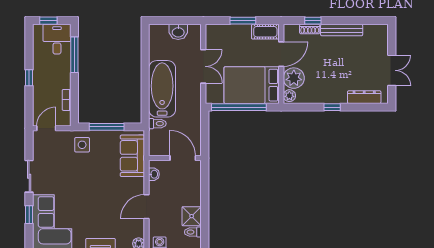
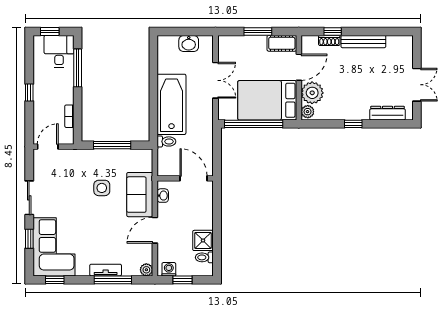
side table: (82, 145) -> (102, 188), moved
sofa: (132, 156) -> (140, 195), moved

